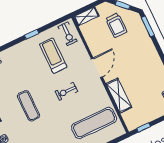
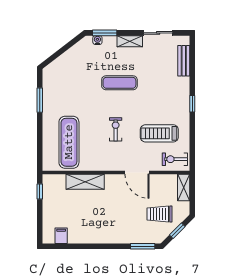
window: (32, 34) -> (192, 104), moved
treadmill: (53, 56) -> (159, 133), turned 180
door: (97, 68) -> (137, 173), moved

